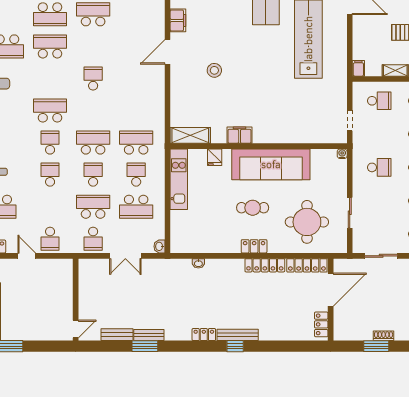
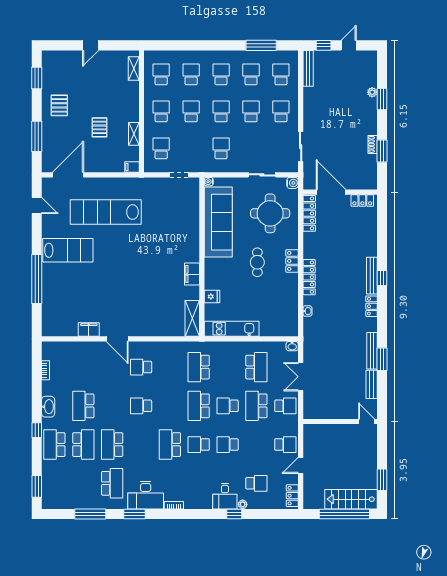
stool: (214, 70) -> (134, 297), removed
sofa: (271, 164) -> (218, 222), moved
school desk: (136, 175) -> (141, 367), moved
water cooler: (341, 247) -> (292, 183), added
double door: (125, 256) -> (301, 377), swing flipped
locker: (265, 265) -> (309, 277), moved
bench: (149, 335) -> (372, 351), width x1.36

